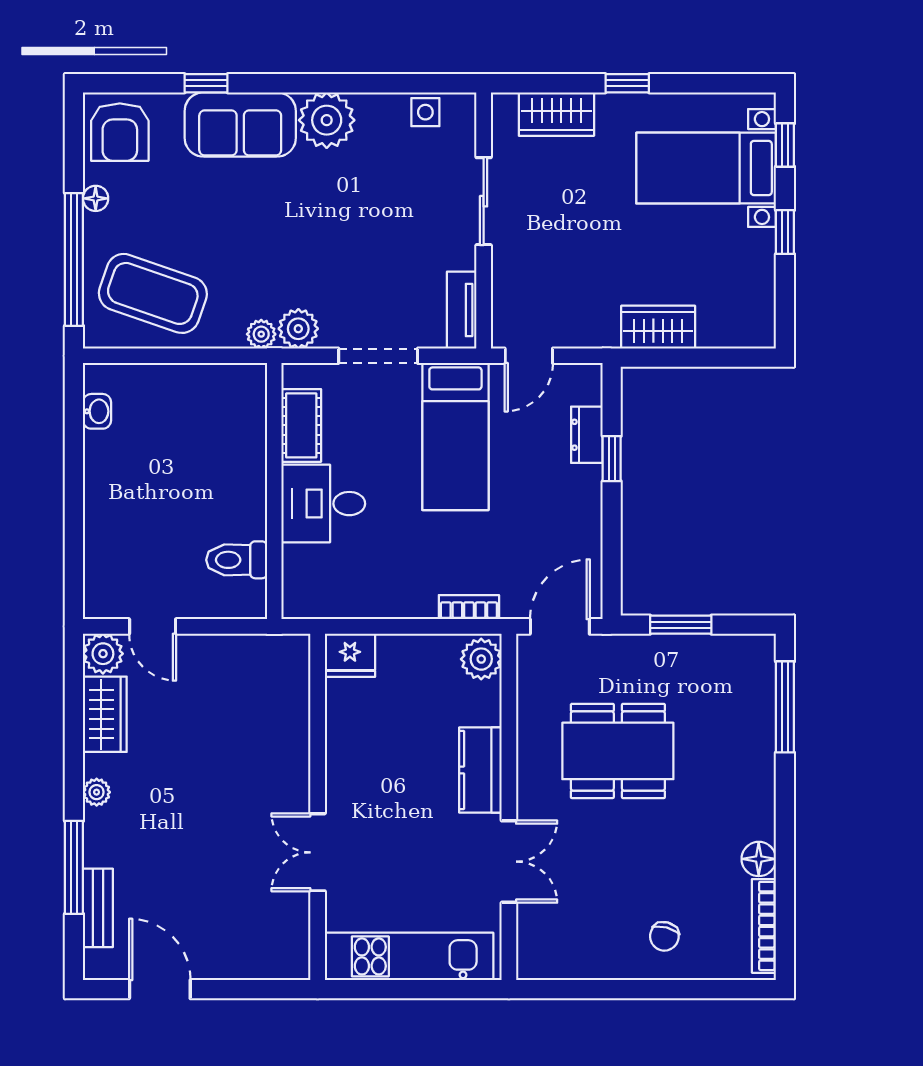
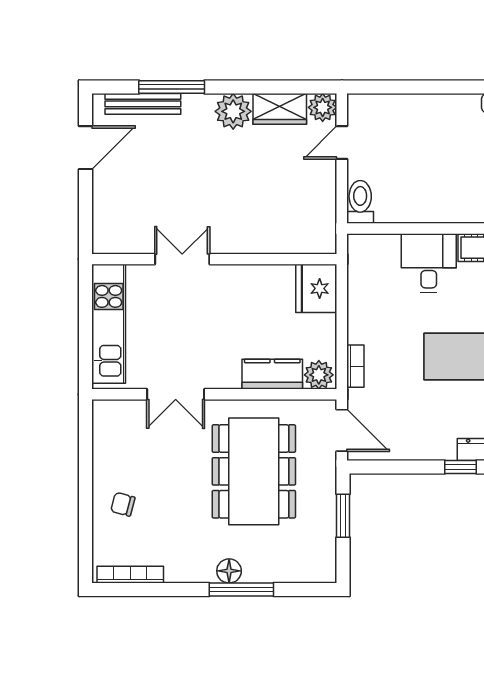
toilet: (237, 560) -> (360, 202), moved
fridge: (350, 655) -> (316, 288), width x1.36, depth x1.34
window: (785, 707) -> (241, 589), moved
dining table: (618, 751) -> (254, 471), width x1.36, depth x1.24
kitchen counter: (480, 770) -> (272, 374), moved
plant: (97, 792) -> (233, 111), width x1.88, depth x1.88
floor lamp: (759, 859) -> (229, 571), moved
bench: (98, 908) -> (143, 104), width x1.36

